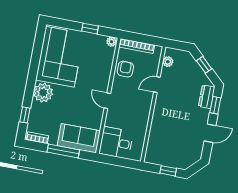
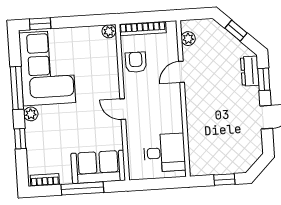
window: (90, 29) -> (40, 24), moved
window: (34, 66) -> (17, 88), added
plant: (43, 93) -> (31, 114), width x0.53, depth x0.53
window: (25, 115) -> (20, 139), moved
desk: (116, 143) -> (165, 153), moved, turned 180

